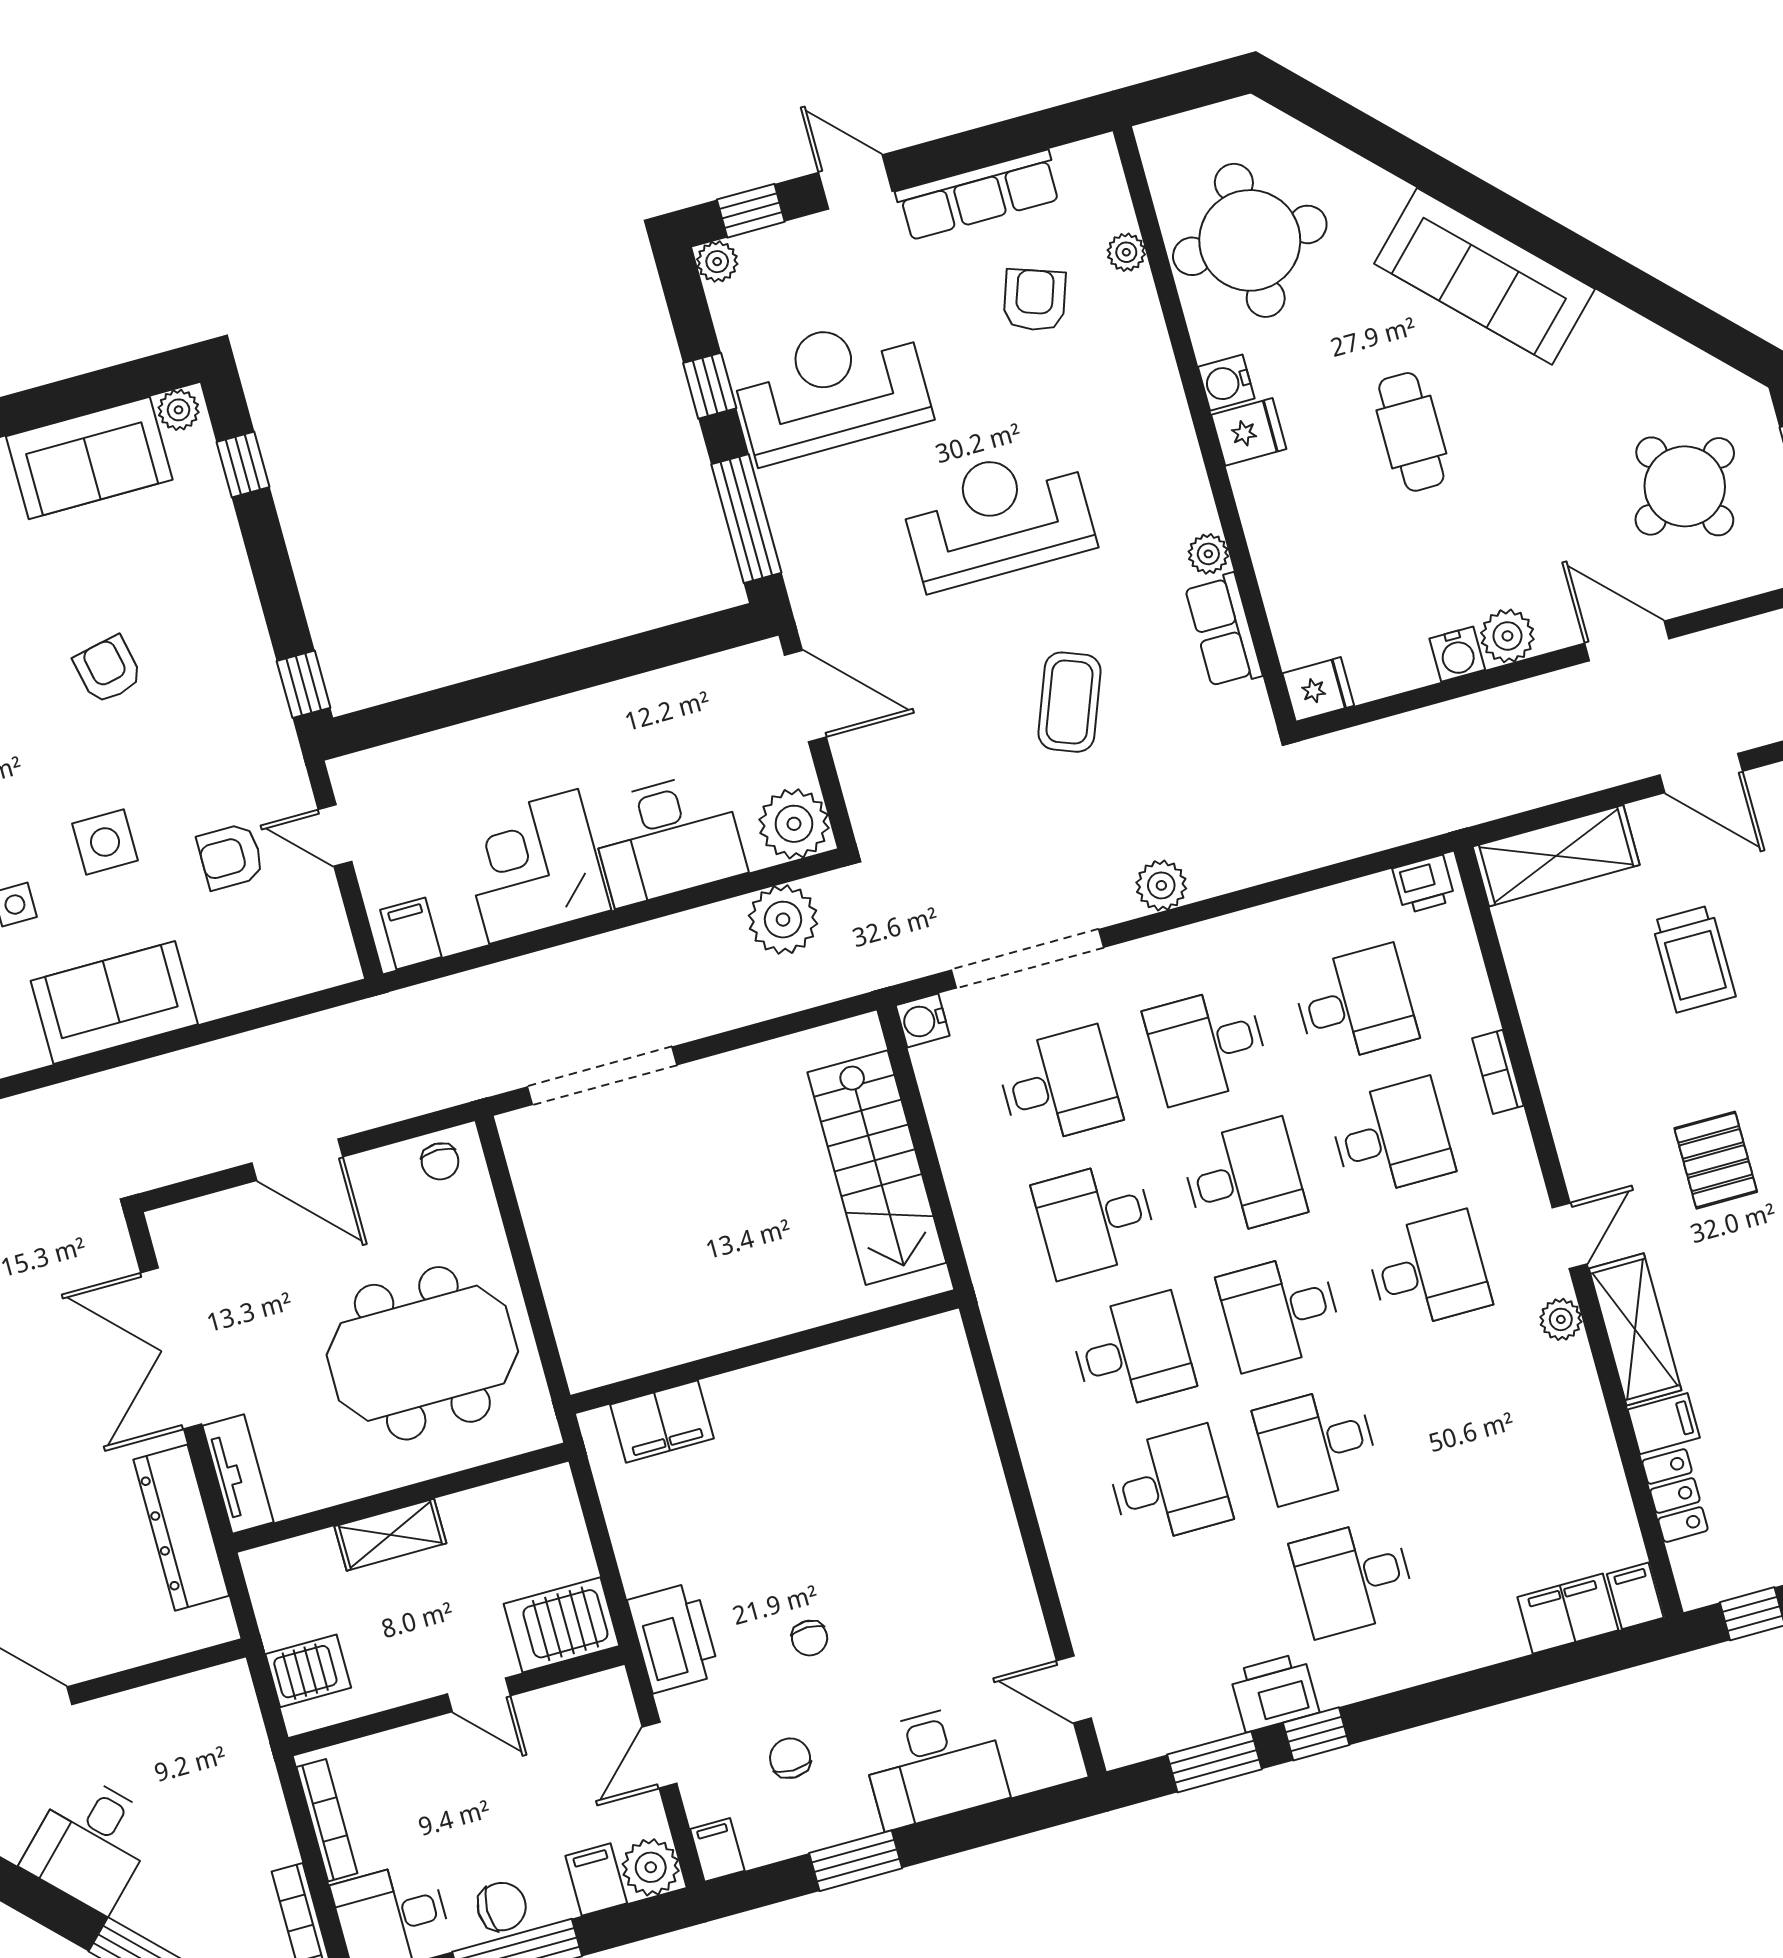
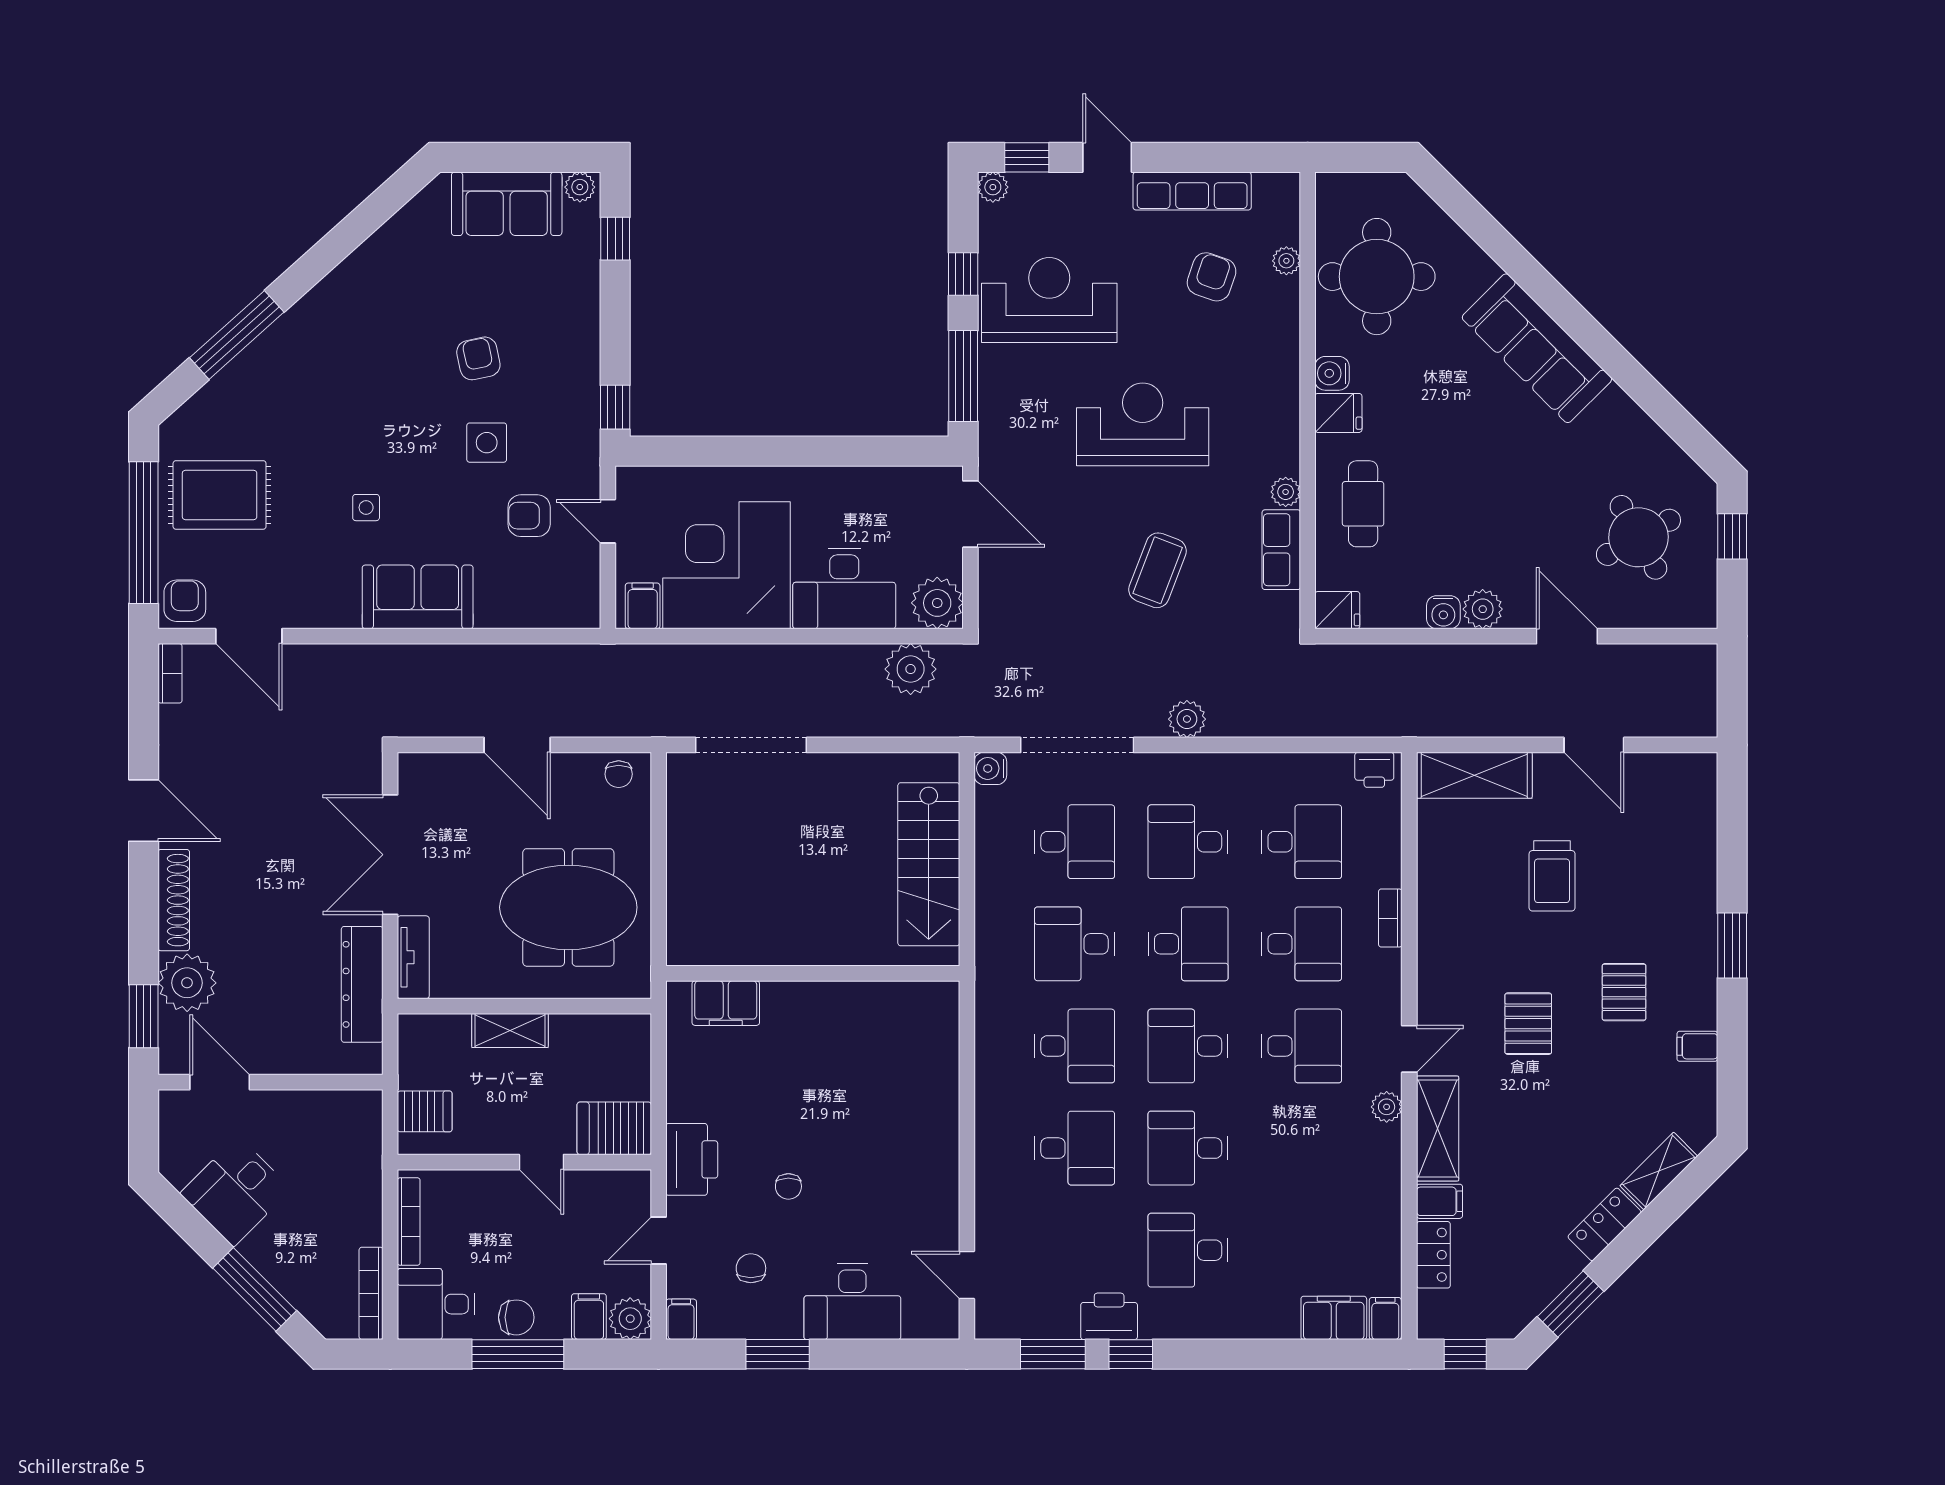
cafe table: (1411, 432) -> (1363, 504), moved
side table: (105, 842) -> (487, 443), moved
corner desk: (534, 866) -> (726, 565), width x1.36, depth x1.36

